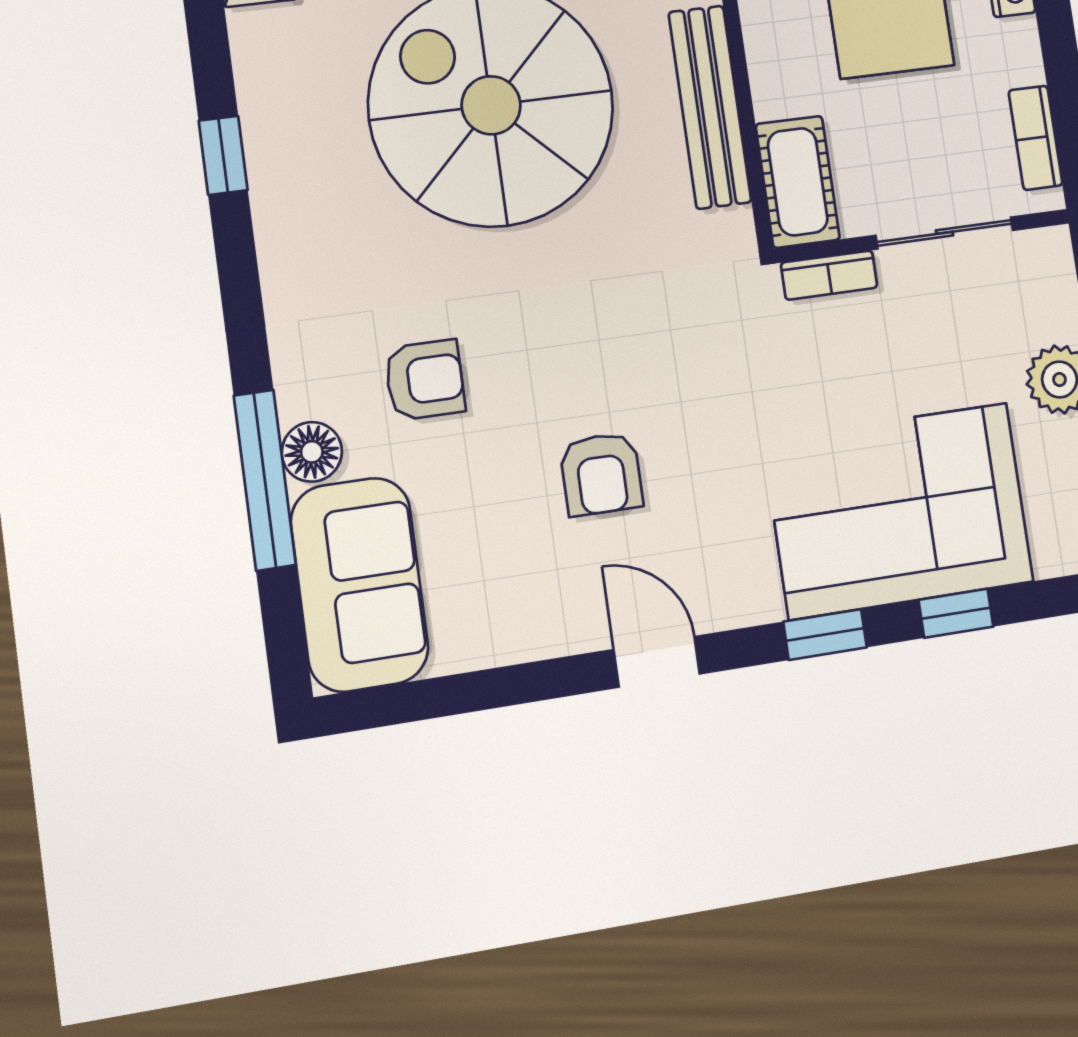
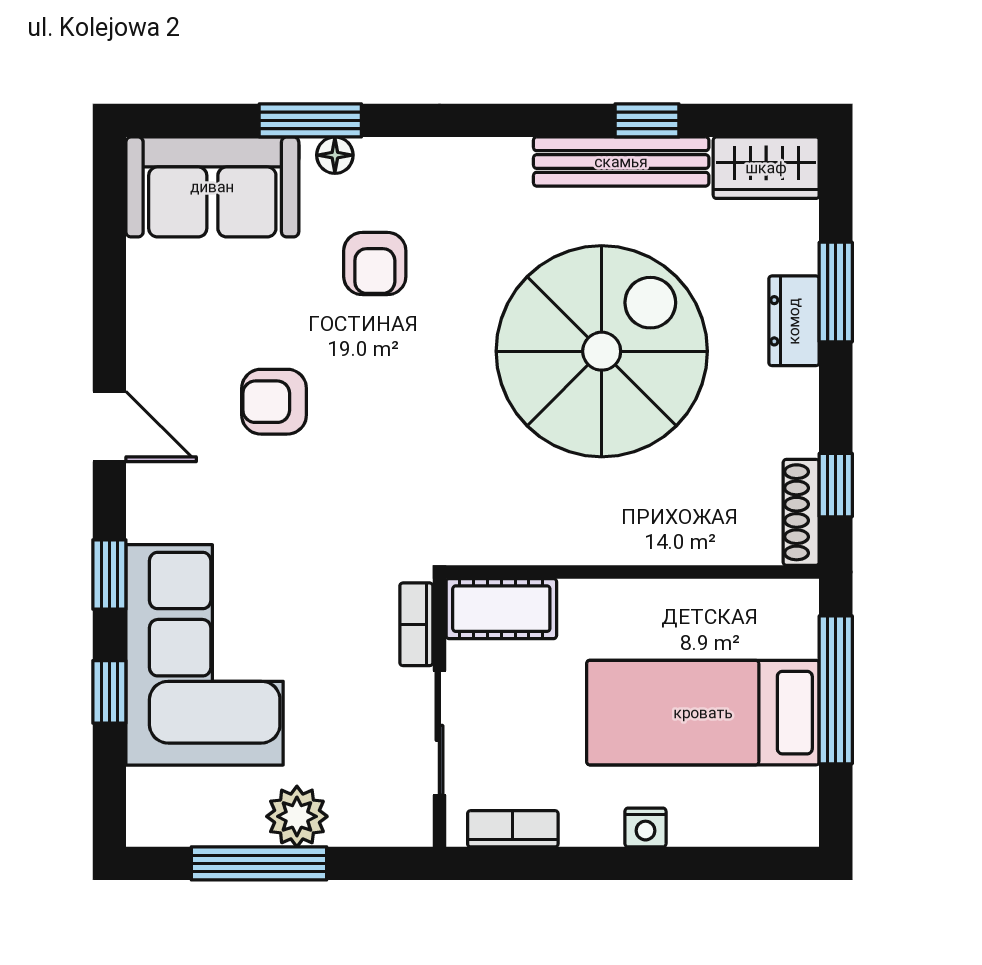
bench: (710, 107) -> (621, 162), moved
window: (223, 155) -> (647, 120), moved
floor lamp: (312, 452) -> (335, 155), width x0.73, depth x0.73
window: (265, 480) -> (310, 120), width x0.69
door: (657, 662) -> (109, 427), hinge flipped

